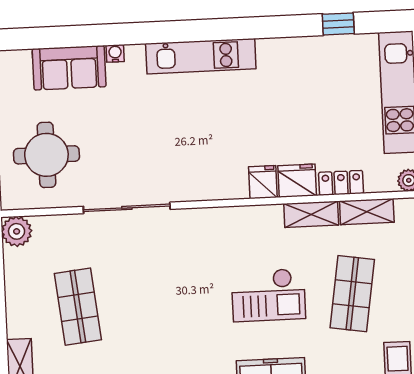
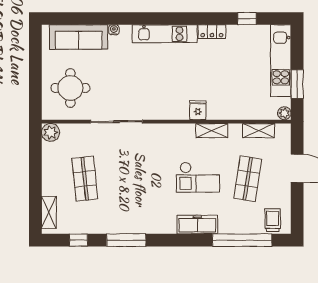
sofa: (69, 68) -> (79, 37), width x1.36
fridge: (297, 181) -> (218, 110), removed
locker: (341, 183) -> (212, 32), moved, turned 180
shelving: (311, 214) -> (212, 131), moved

